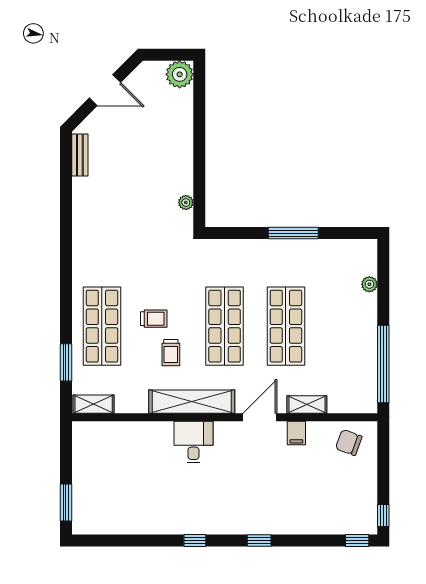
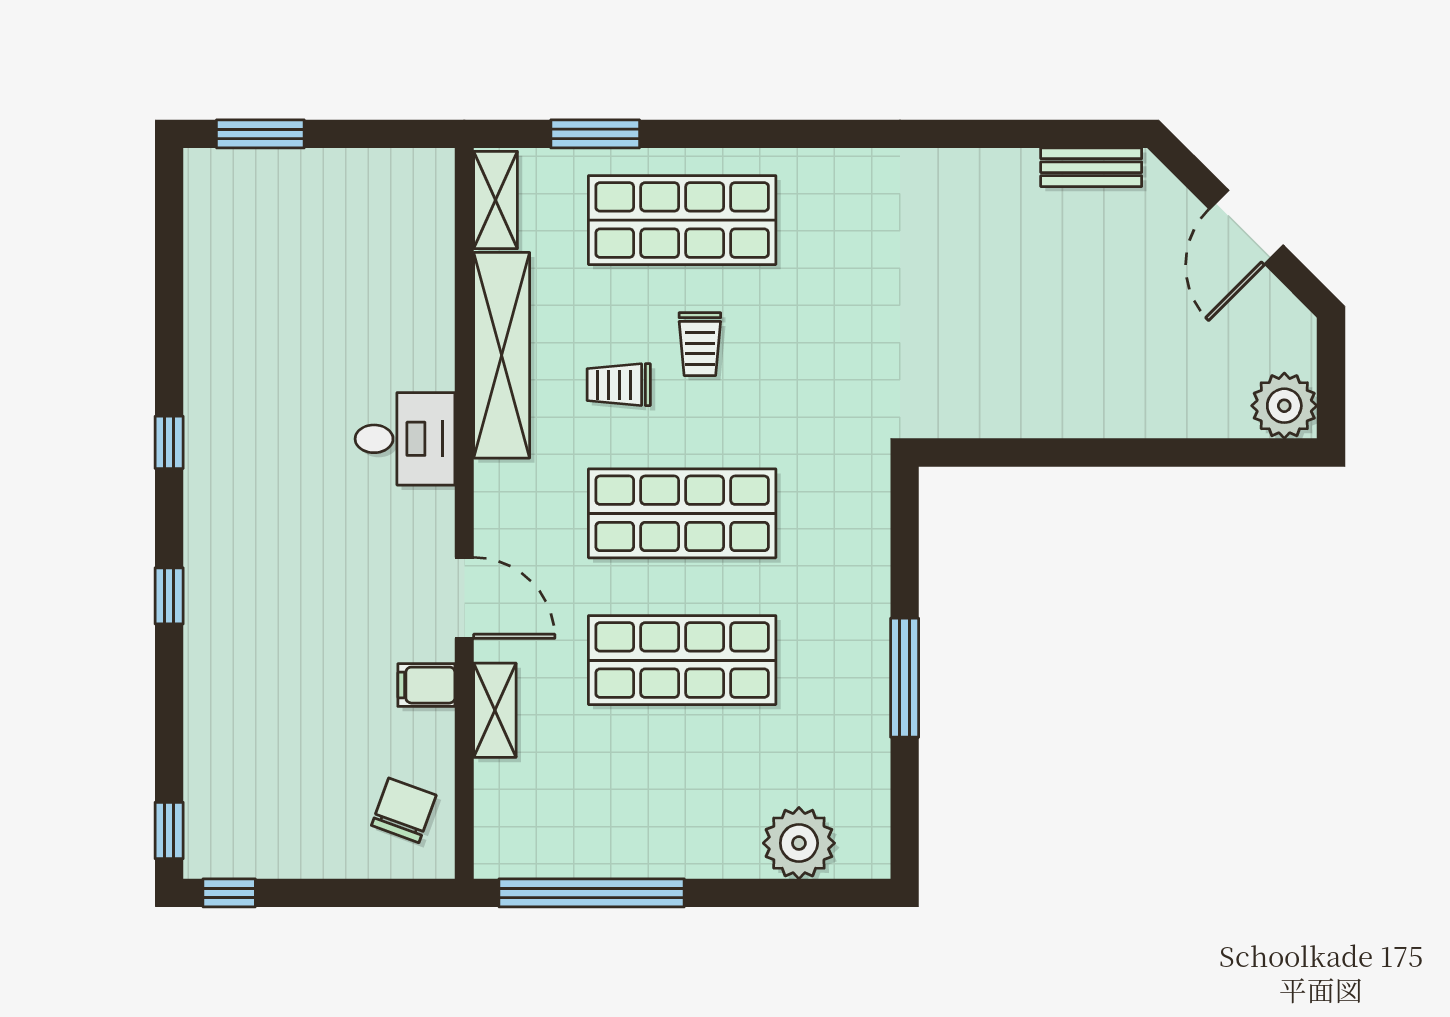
plant: (186, 202) -> (978, 421), removed
plant: (369, 284) -> (799, 843), width x1.88, depth x1.88
shelving: (192, 402) -> (502, 355), moved

